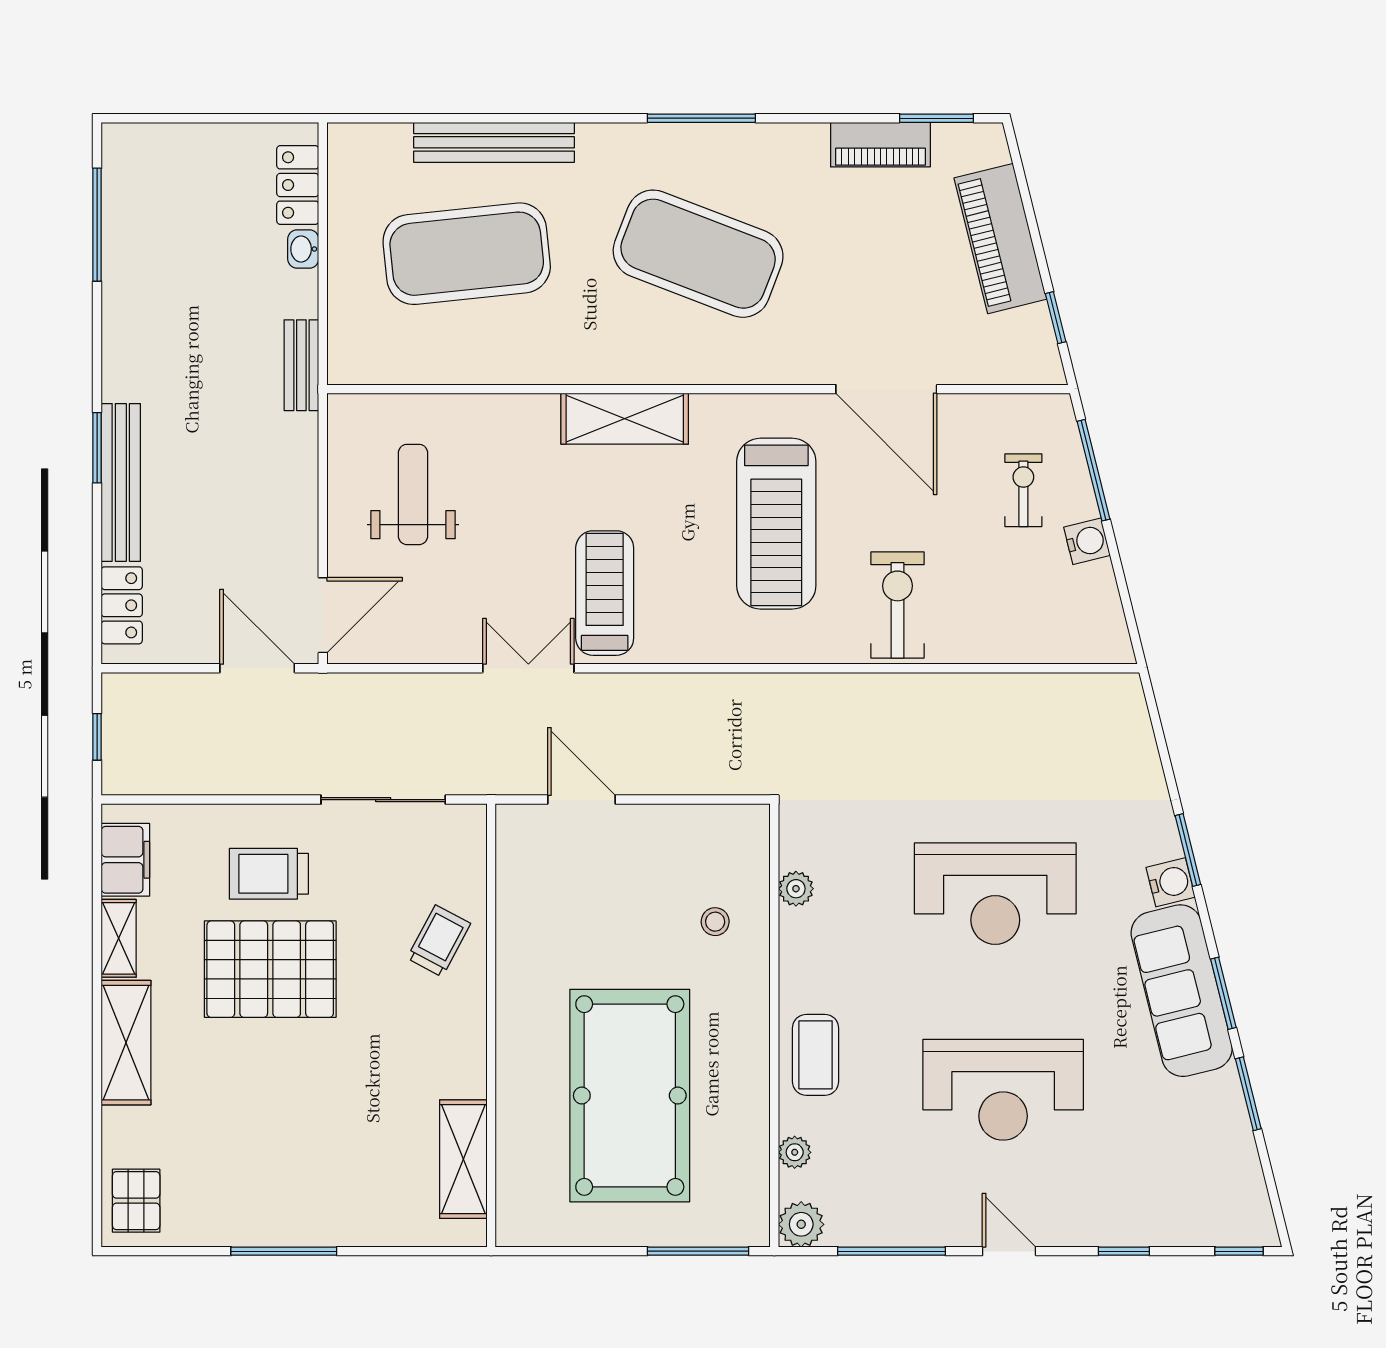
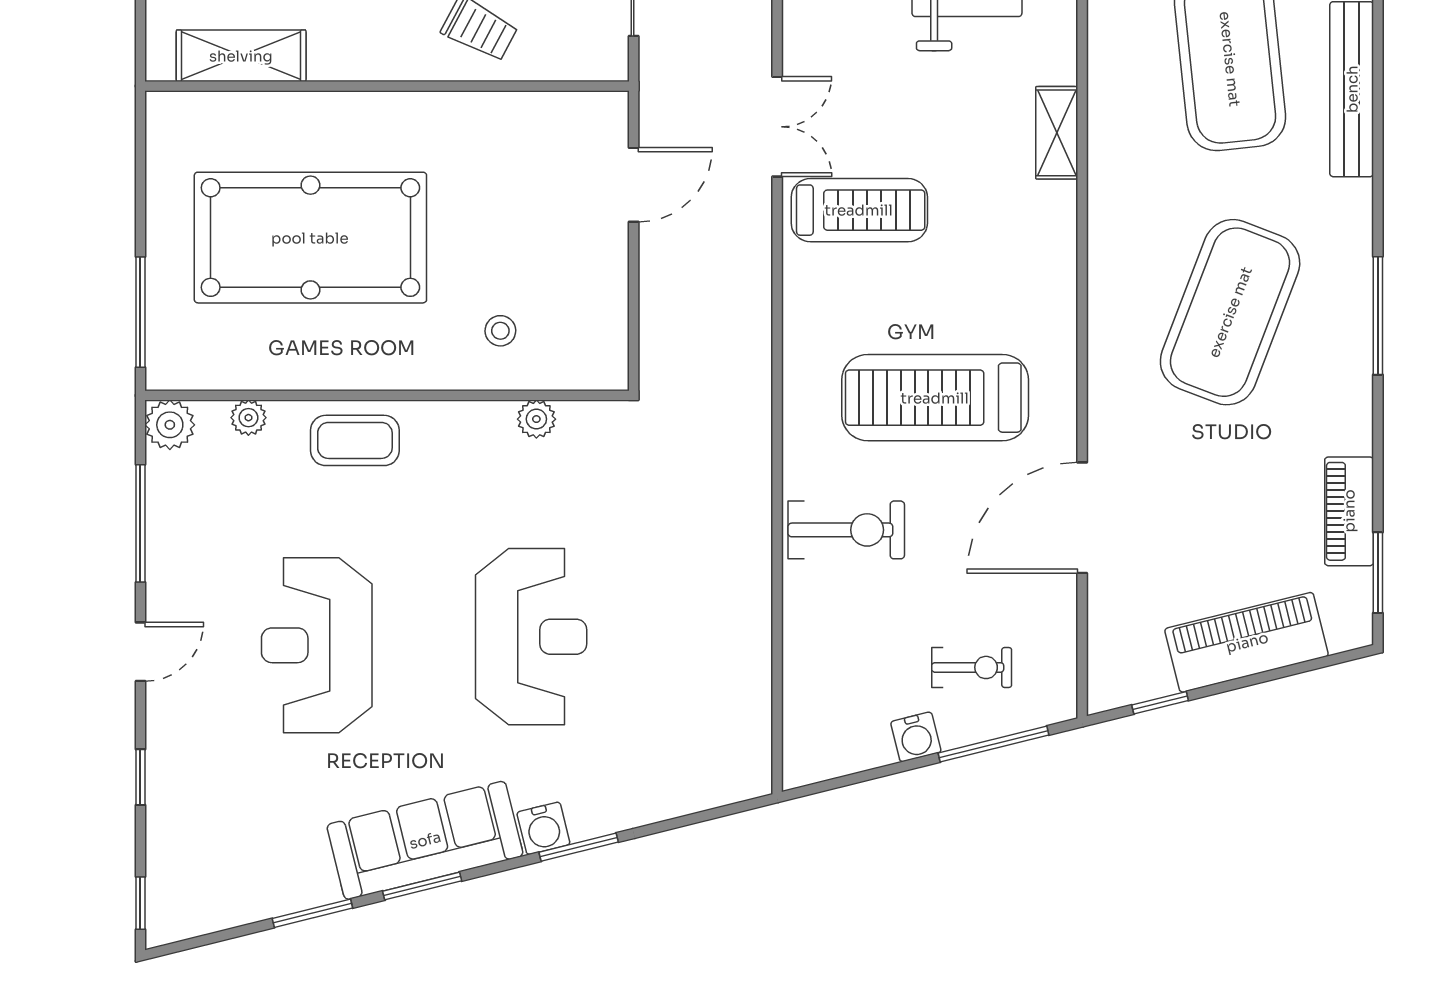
shelving: (625, 419) -> (1057, 133), moved, width x0.67, depth x0.75
reception desk: (995, 894) -> (531, 637), turned 180

